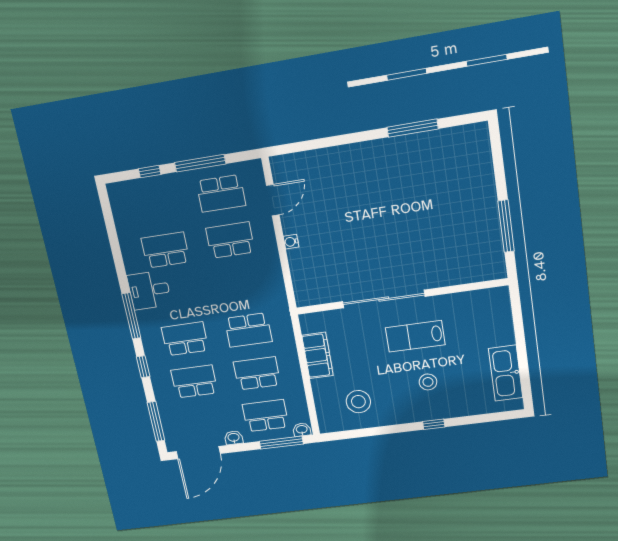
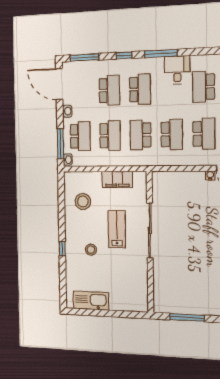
water cooler: (291, 242) -> (210, 175), moved
school desk: (165, 250) -> (204, 87), turned 180
school desk: (239, 286) -> (172, 134), added
lab bench: (415, 336) -> (117, 229), moved

